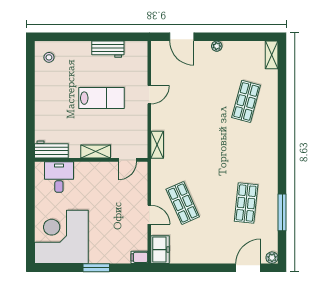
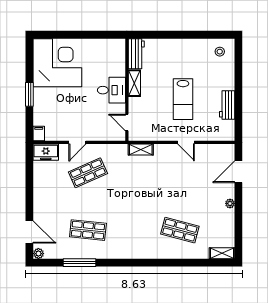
shelving: (96, 152) -> (134, 83), moved
desk: (59, 177) -> (111, 90), moved

